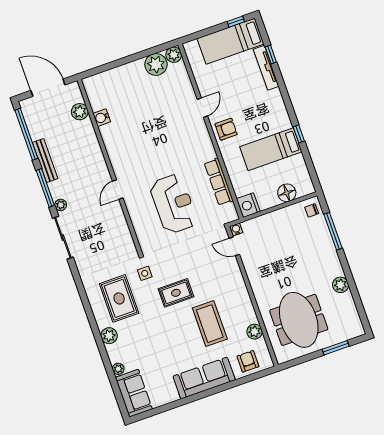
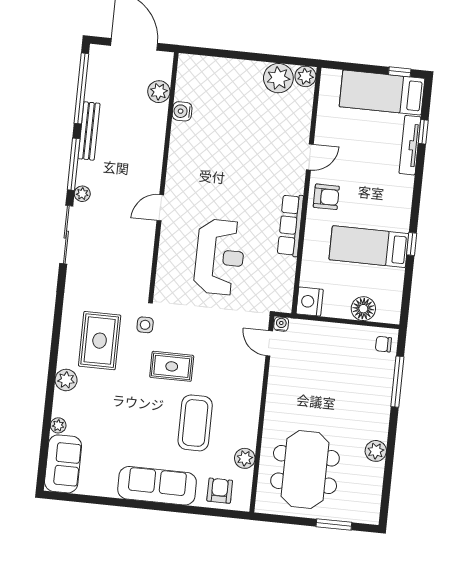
row of seats: (219, 182) -> (290, 225), moved

